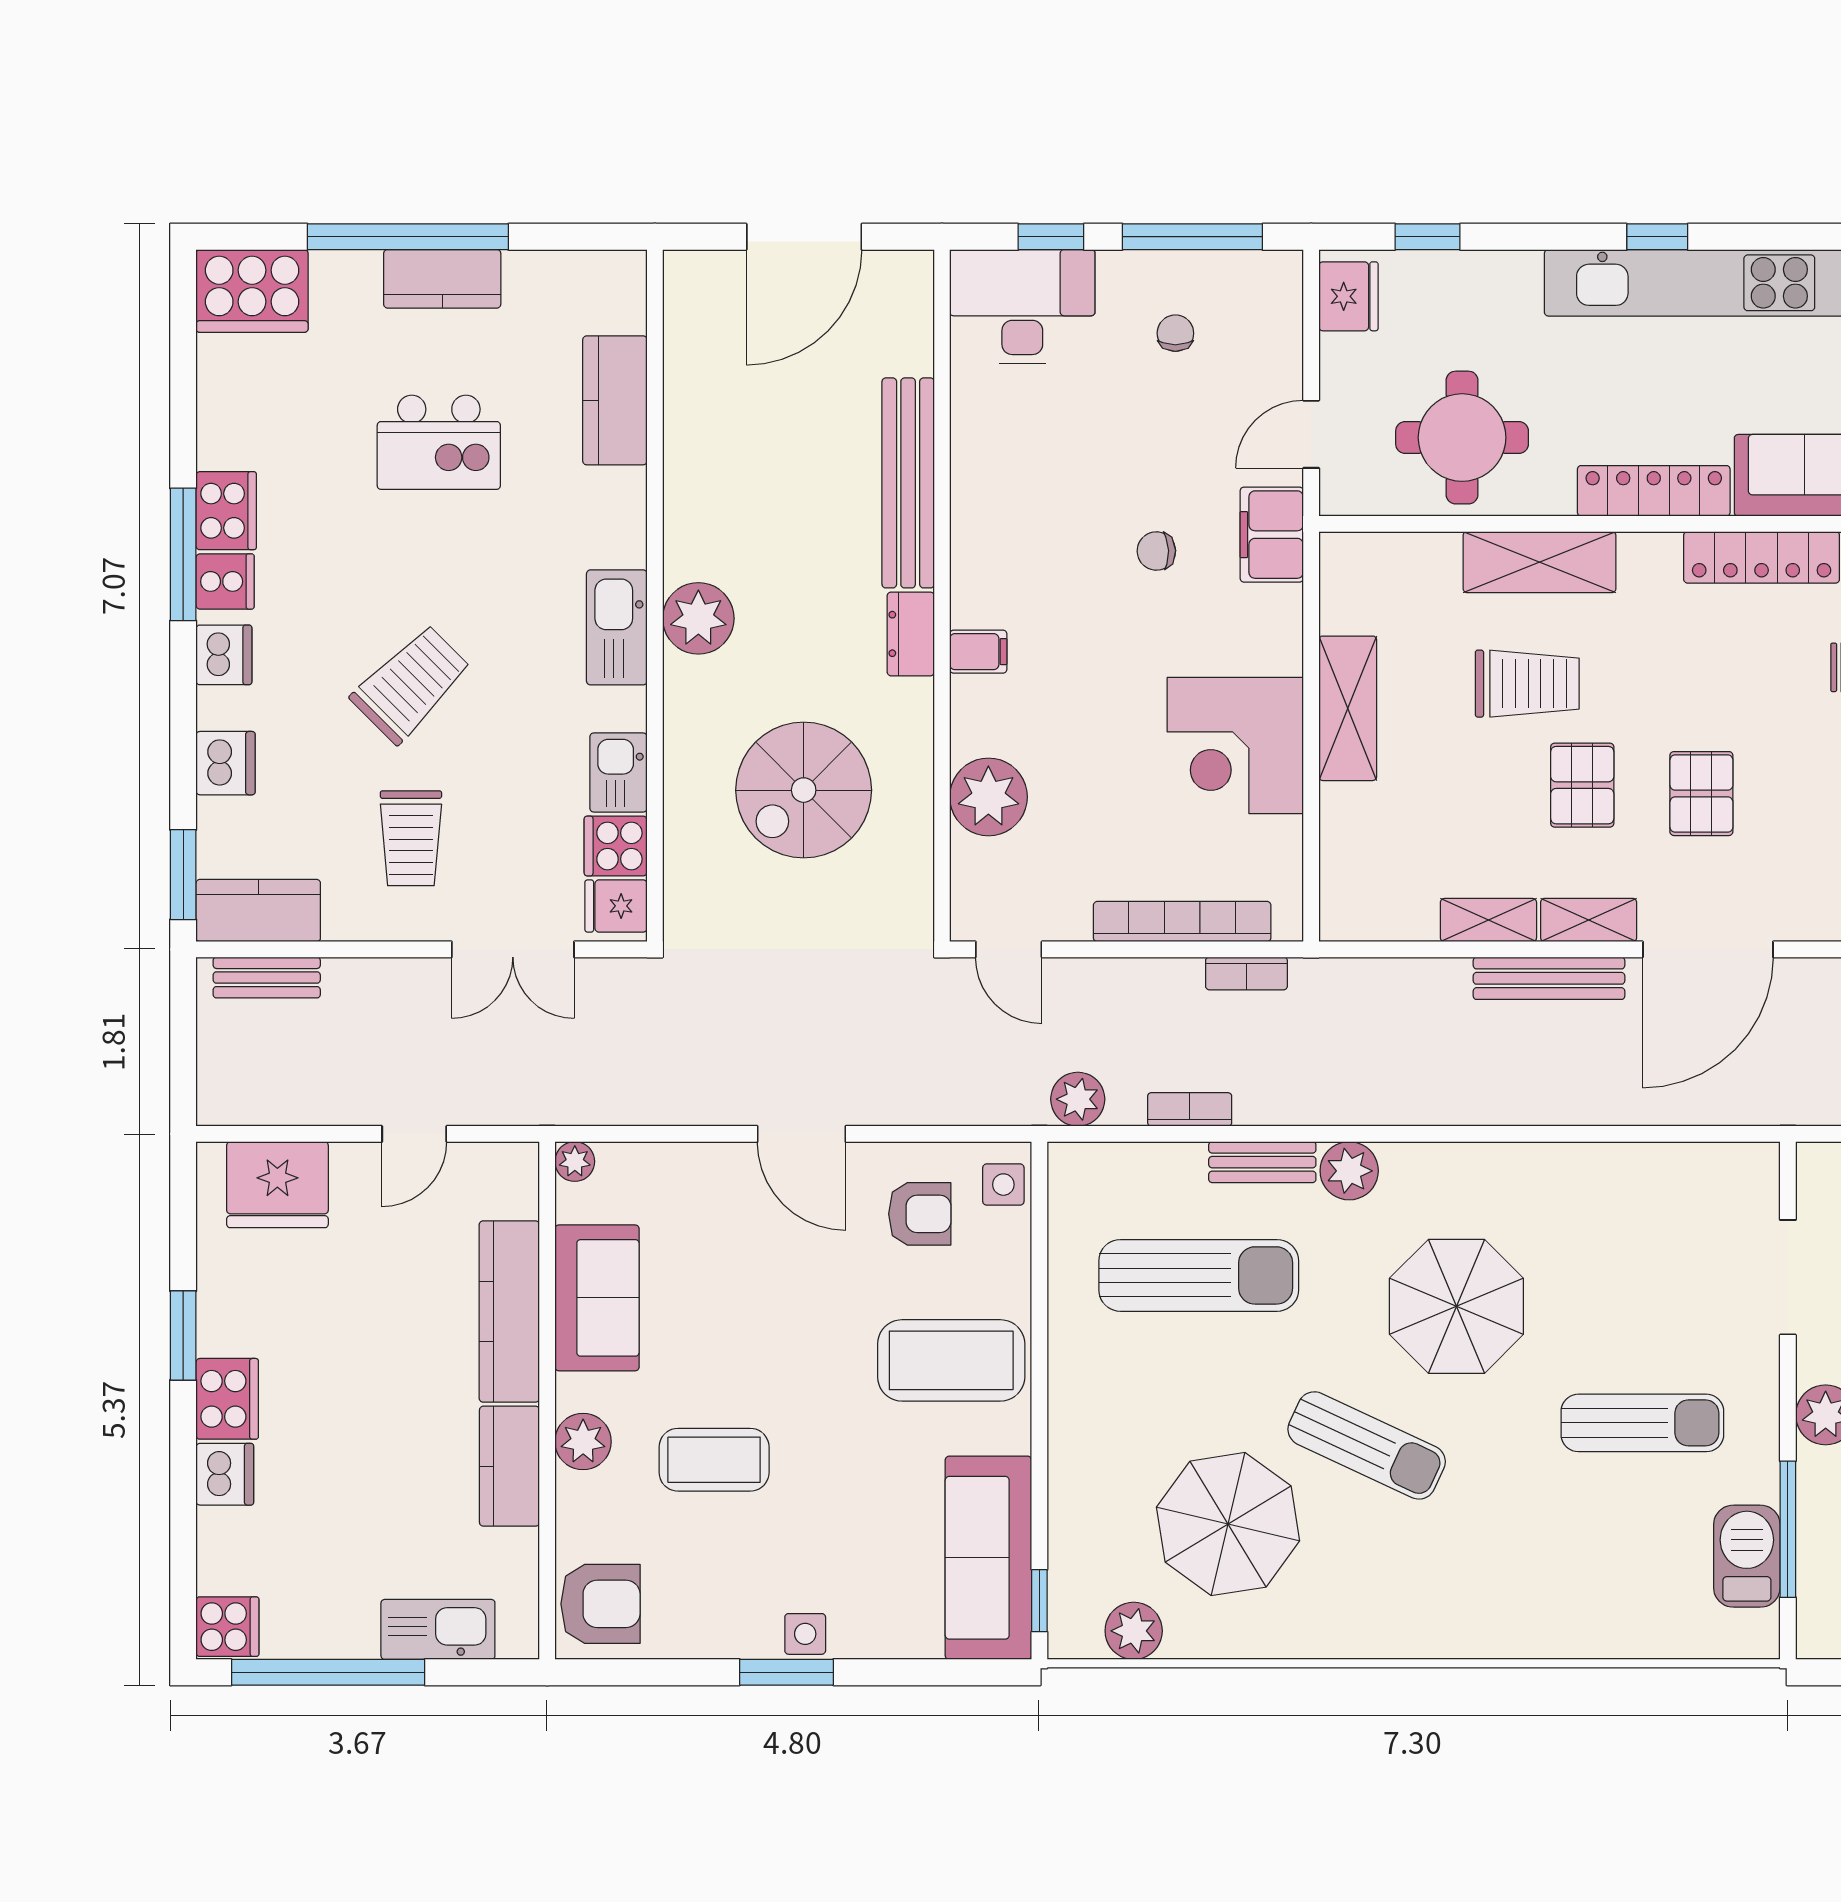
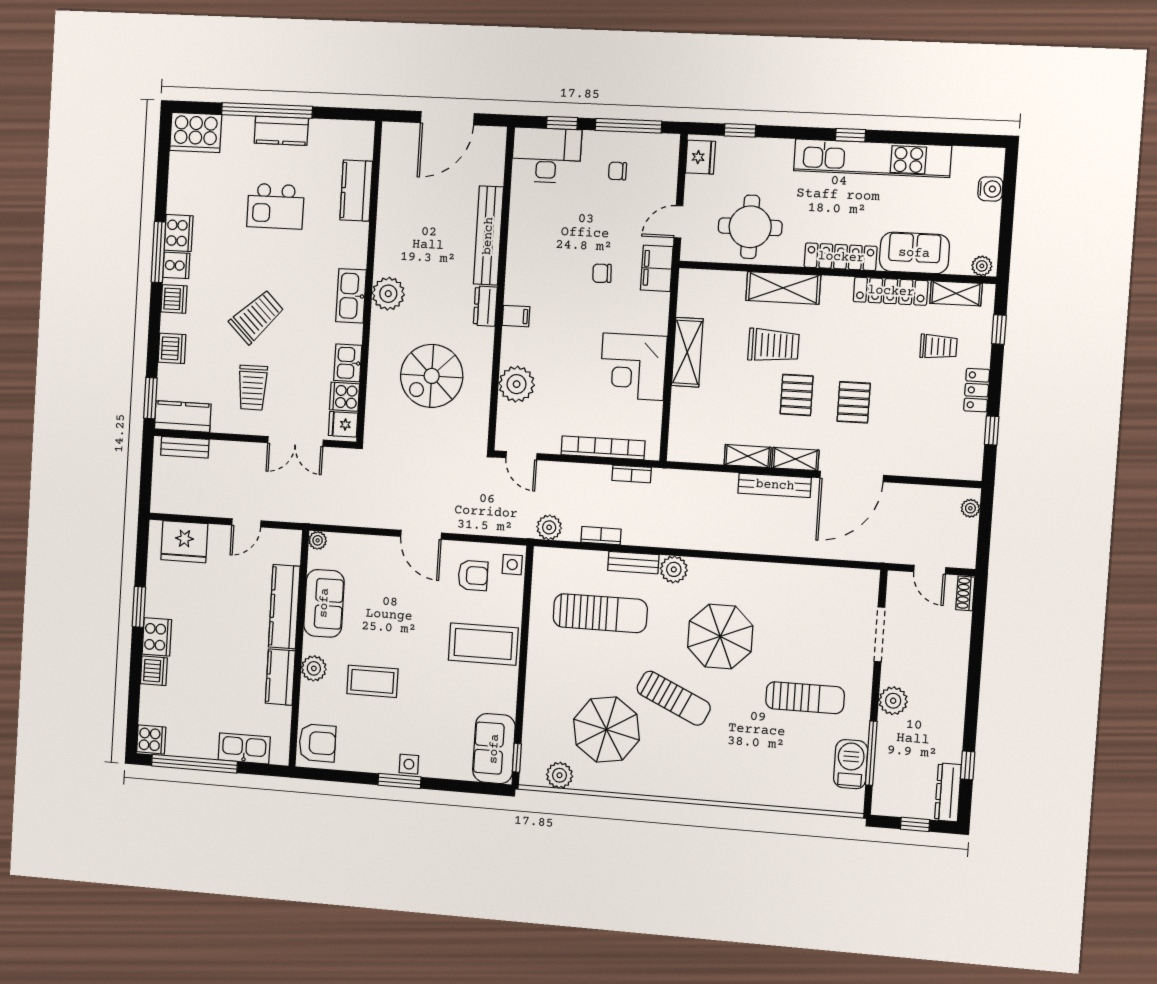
chair: (1175, 333) -> (617, 171), turned -90
sofa: (988, 1558) -> (494, 749), width x0.73

